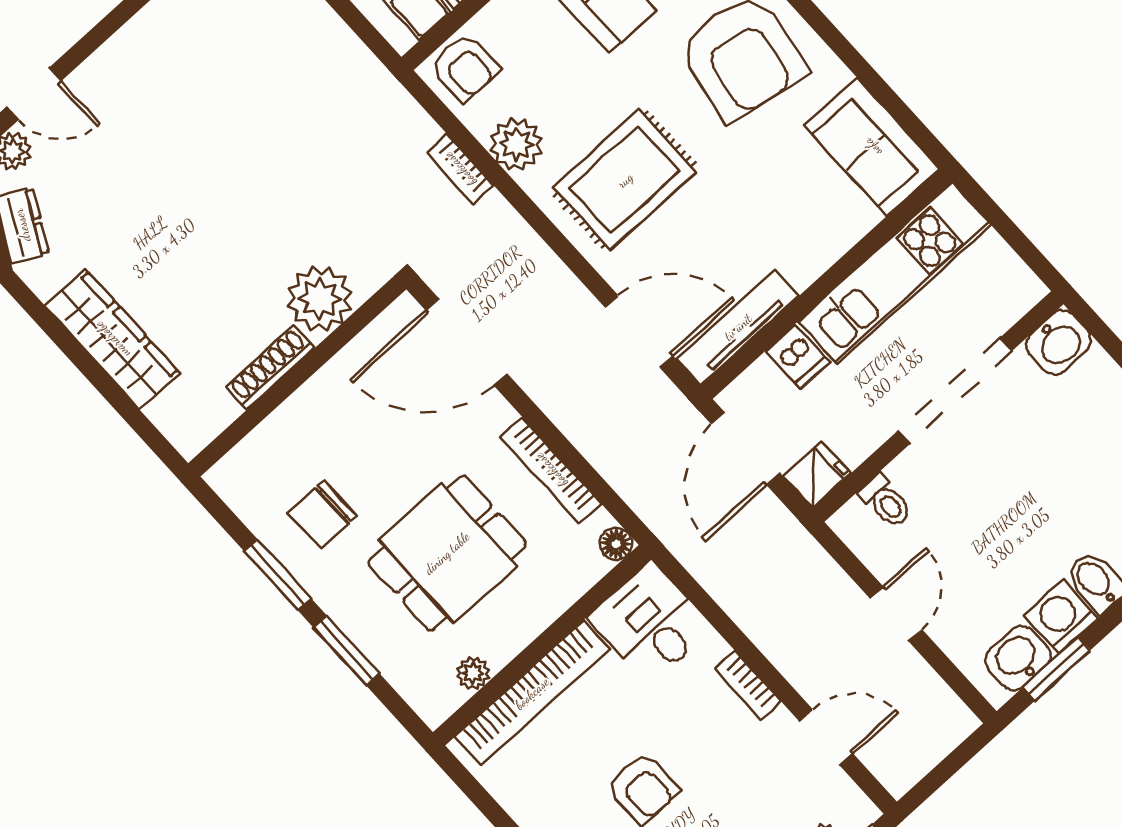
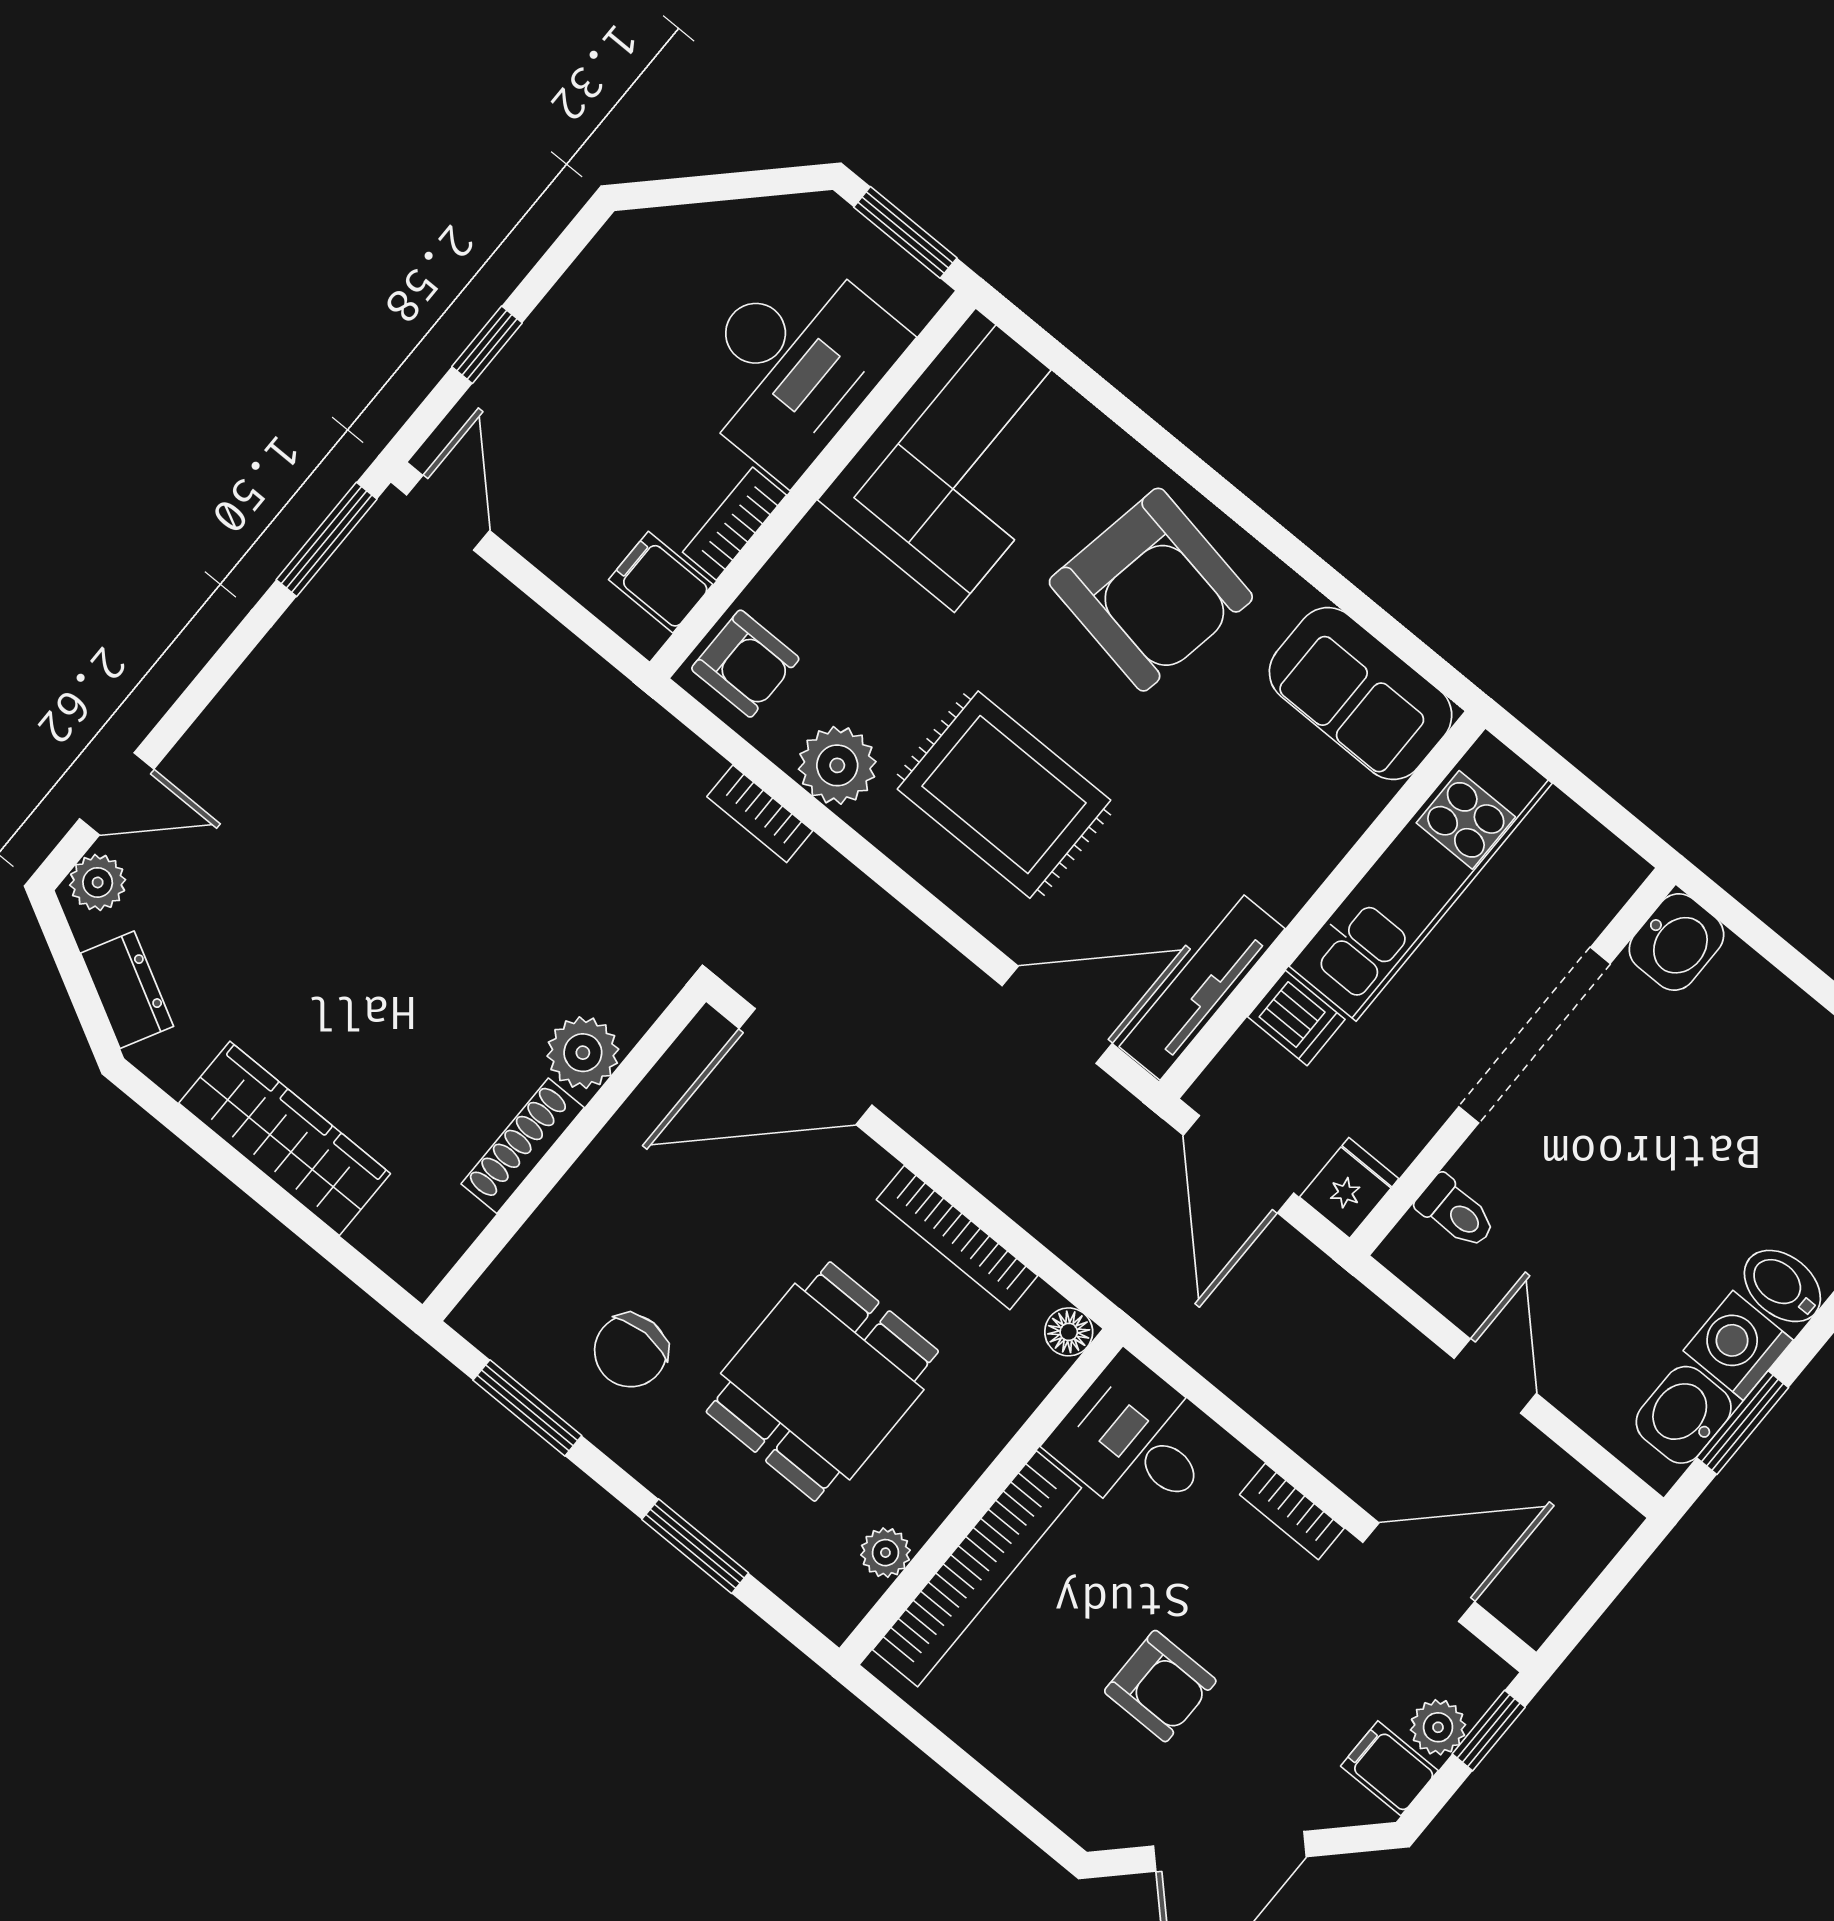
rug: (625, 180) -> (1004, 795), turned 90
plant: (320, 299) -> (583, 1053), width x0.73, depth x0.73
window: (278, 575) -> (527, 1408), moved
door: (826, 737) -> (1419, 1572), width x1.38

